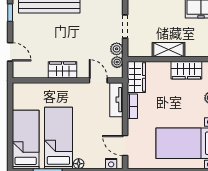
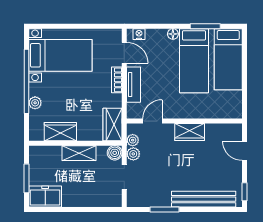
boiler: (134, 50) -> (115, 153), added
door: (98, 80) -> (152, 121), swing flipped
tv unit: (116, 100) -> (134, 85), moved
bookcase: (132, 106) -> (117, 80), moved

